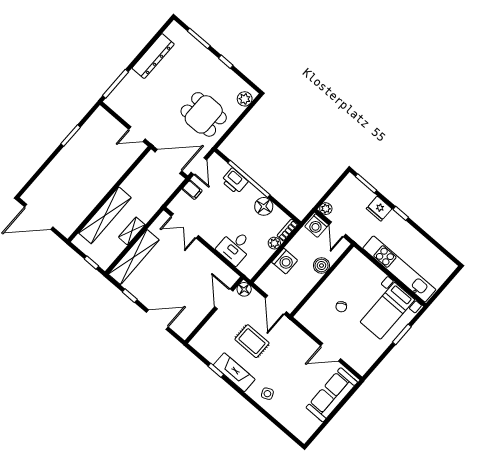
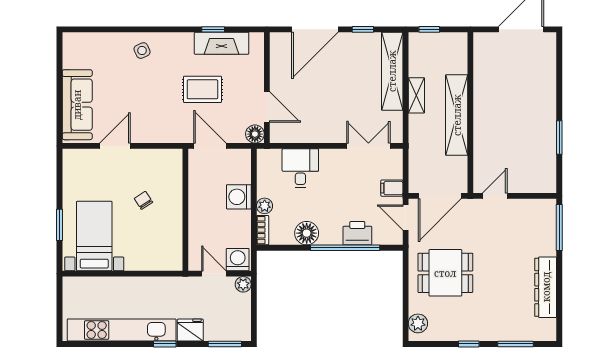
shelving: (105, 215) -> (457, 115), moved
boiler: (321, 265) -> (199, 224), removed
kitchen unit: (399, 269) -> (122, 330), moved, turned 180
door: (157, 320) -> (315, 29), width x1.36
fireplace: (234, 372) -> (222, 43), moved

